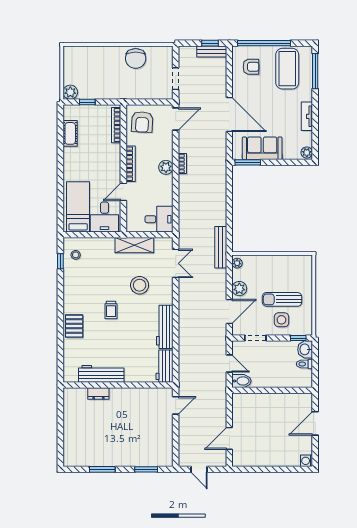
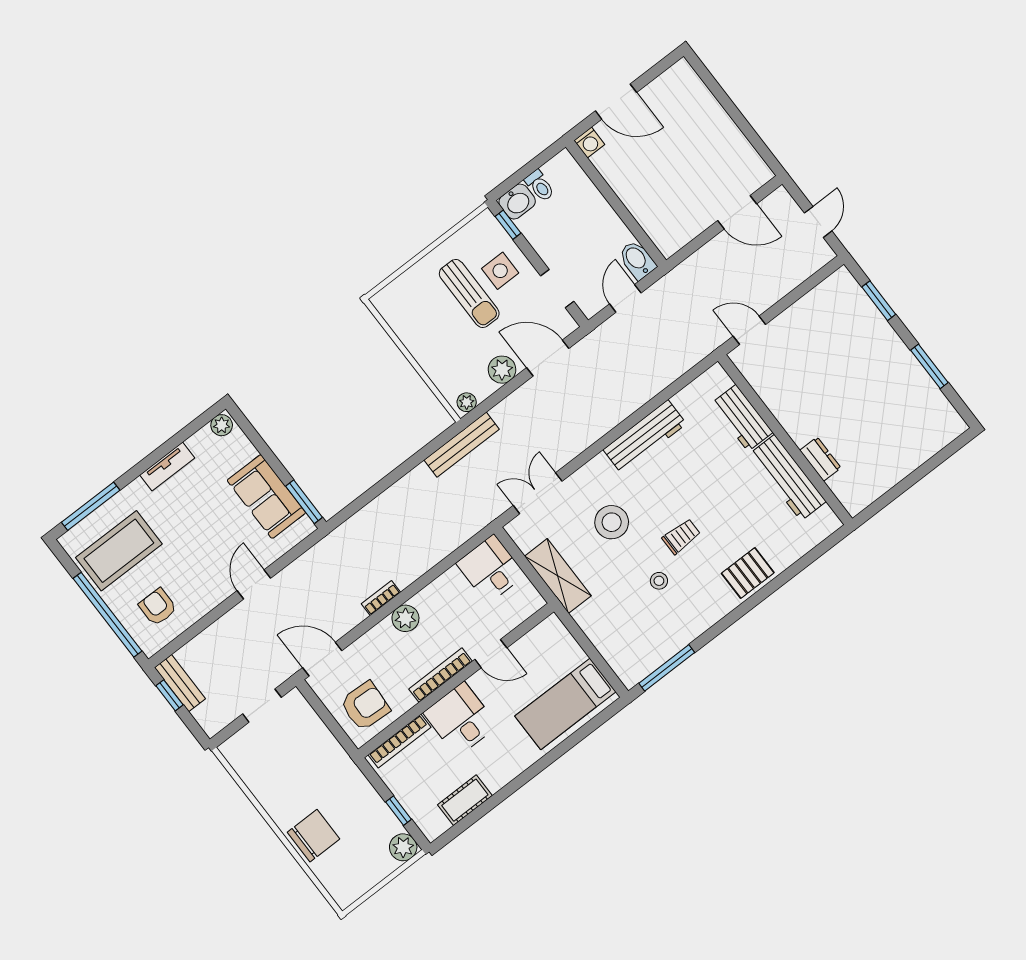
chair: (136, 58) -> (314, 836), moved
door: (229, 114) -> (254, 584), width x0.53
desk: (104, 217) -> (461, 719), moved, turned -90
stool: (76, 255) -> (659, 581), moved
window: (60, 261) -> (667, 668), width x2.17
workbench: (165, 366) -> (742, 418), moved, turned 90
washing machine: (307, 461) -> (589, 143), moved

